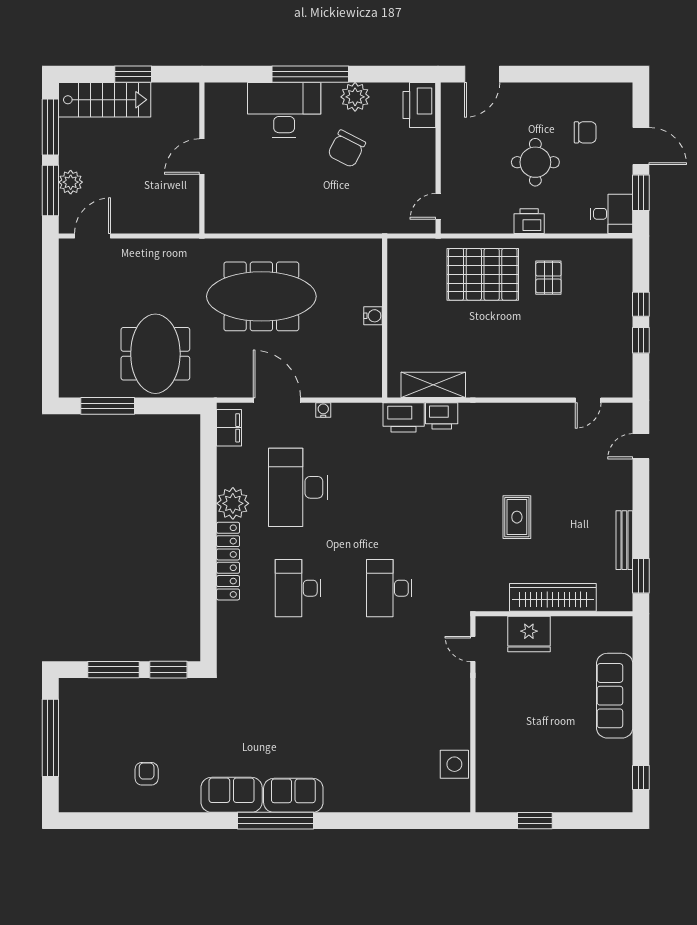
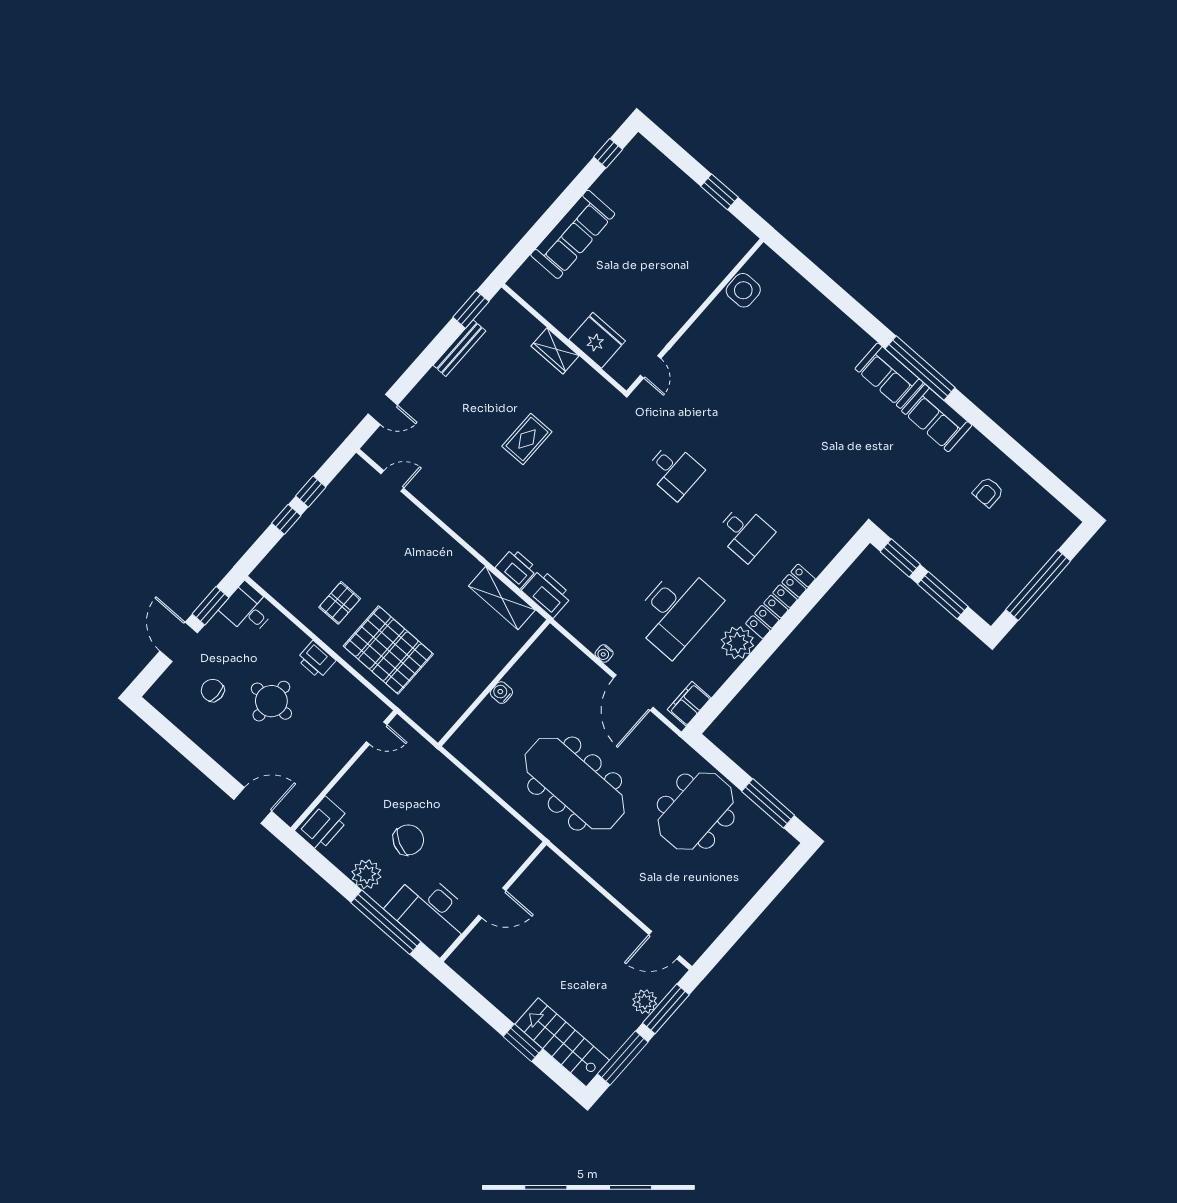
door: (202, 157) -> (492, 903), moved
wall: (202, 158) -> (493, 902), moved
desk: (298, 588) -> (745, 533), width x0.73
desk: (389, 588) -> (674, 471), width x0.73
wardrobe: (553, 597) -> (555, 351), width x0.48, depth x0.85

